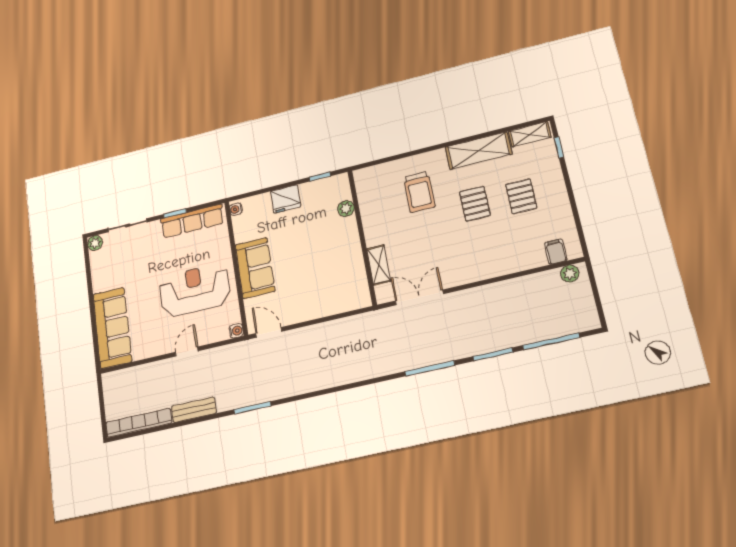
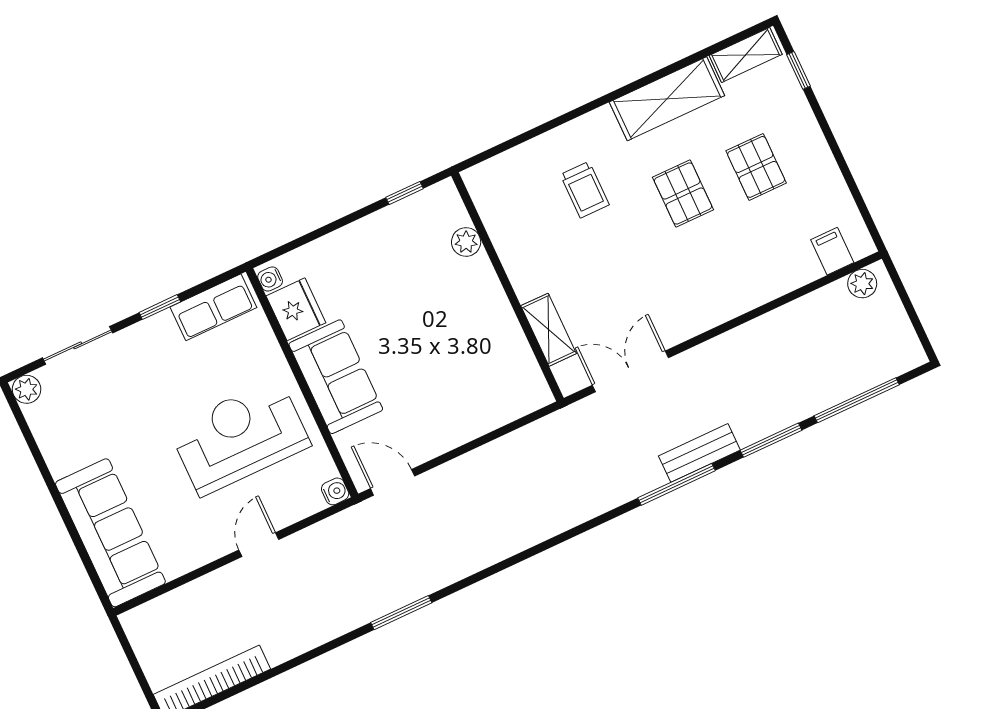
trolley: (419, 192) -> (585, 190), width x0.73, depth x0.72
fridge: (286, 199) -> (296, 309), moved, turned -90
row of seats: (192, 221) -> (213, 307), width x0.68
bench: (194, 410) -> (699, 453), moved

